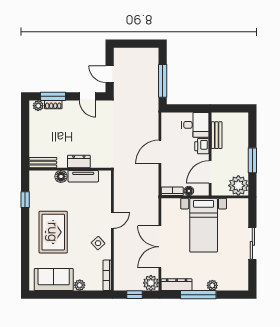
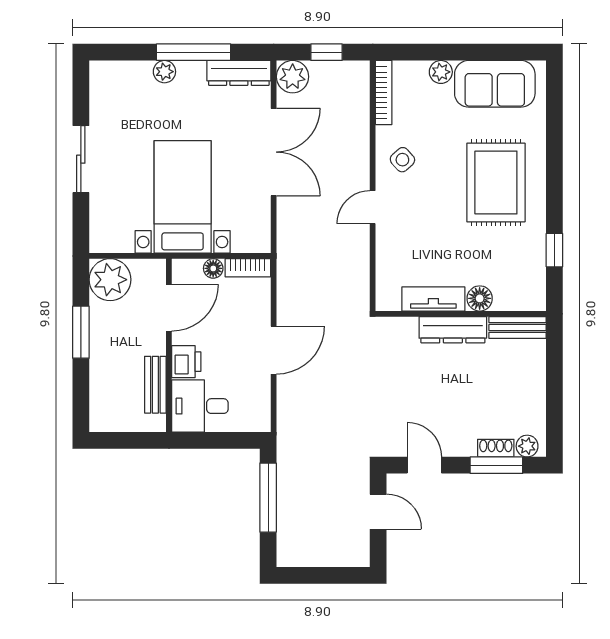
dresser: (79, 161) -> (453, 330), width x1.44

